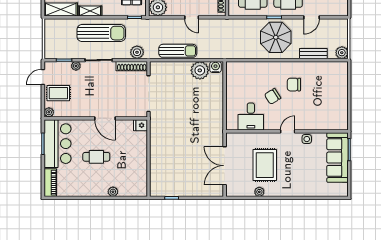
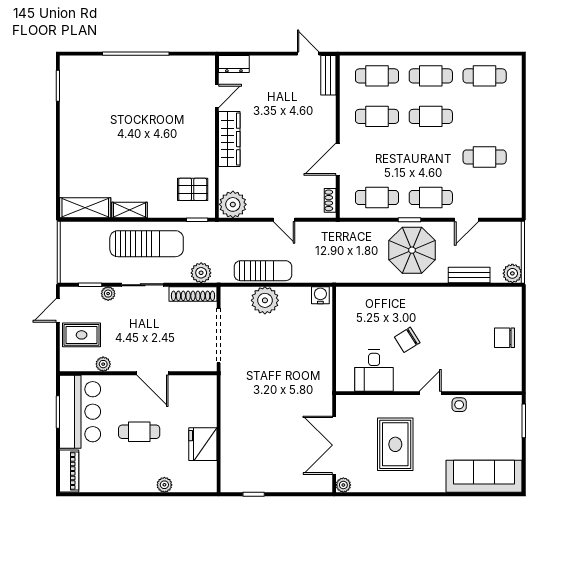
plant: (200, 70) -> (265, 300), moved
chair: (294, 85) -> (505, 338), moved
plant: (49, 112) -> (103, 364), moved
fridge: (141, 125) -> (203, 444), moved, width x1.88, depth x1.34
sofa: (337, 158) -> (484, 476), moved, turned 90
plant: (259, 192) -> (343, 485), moved

